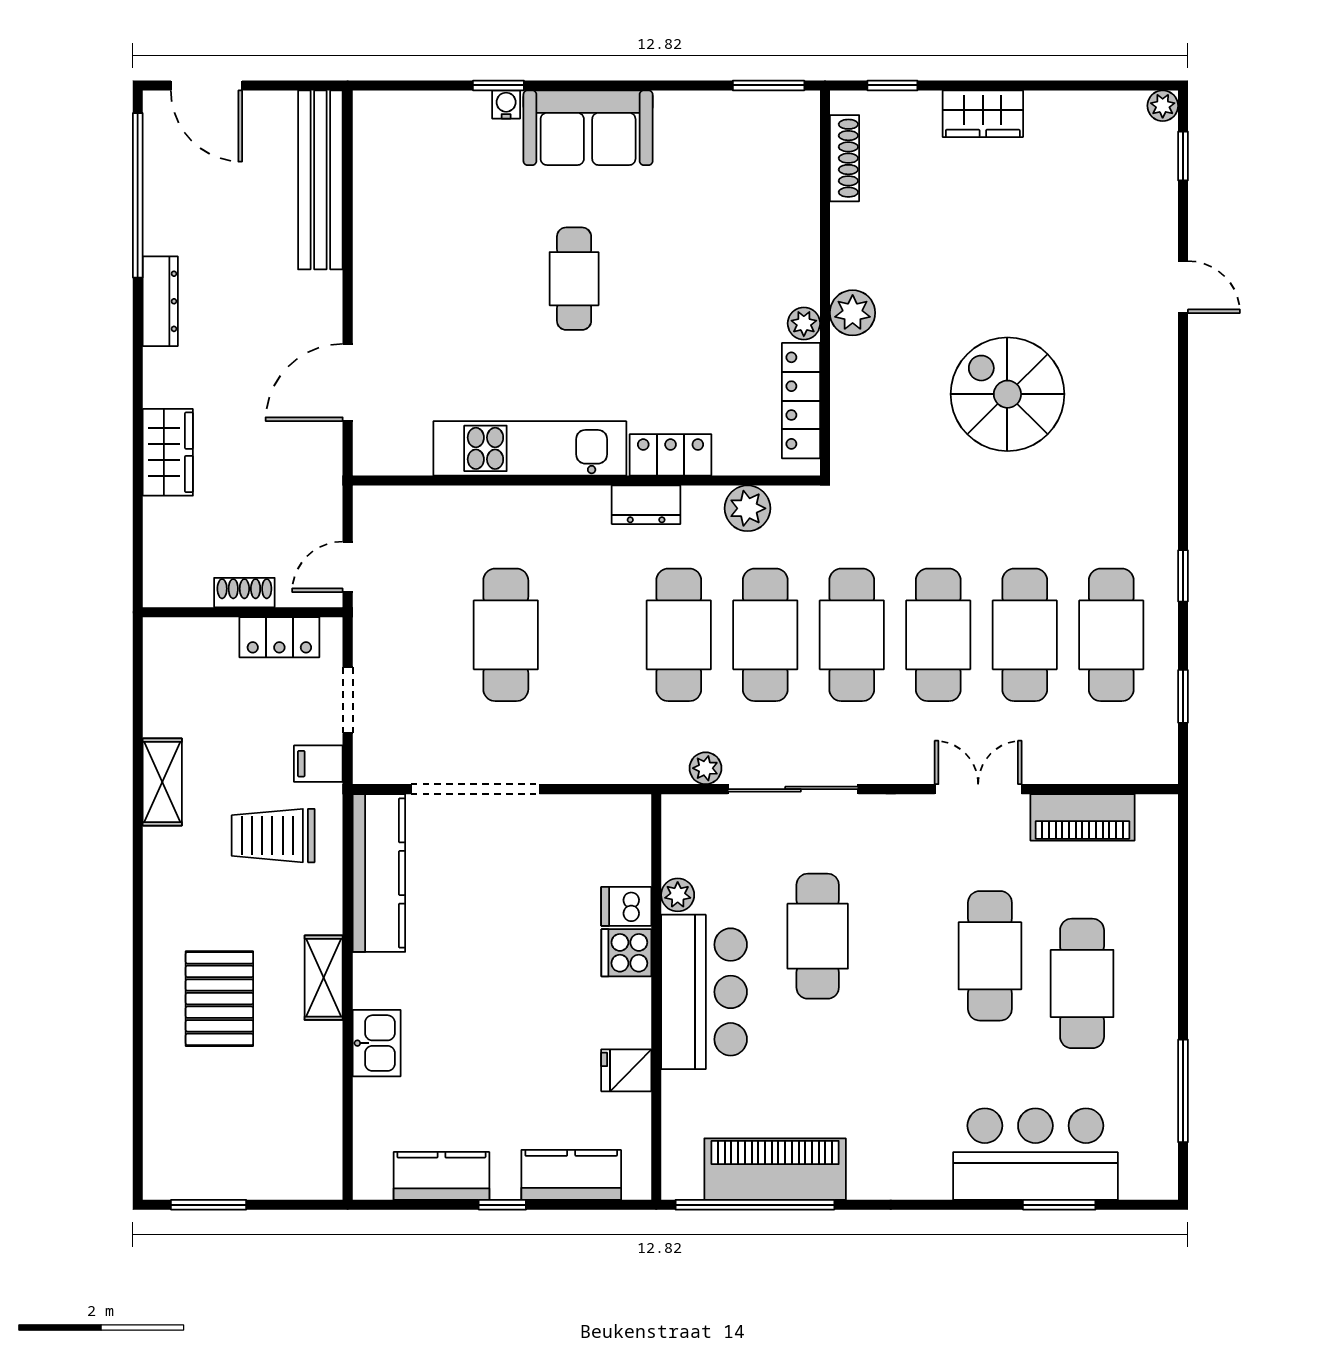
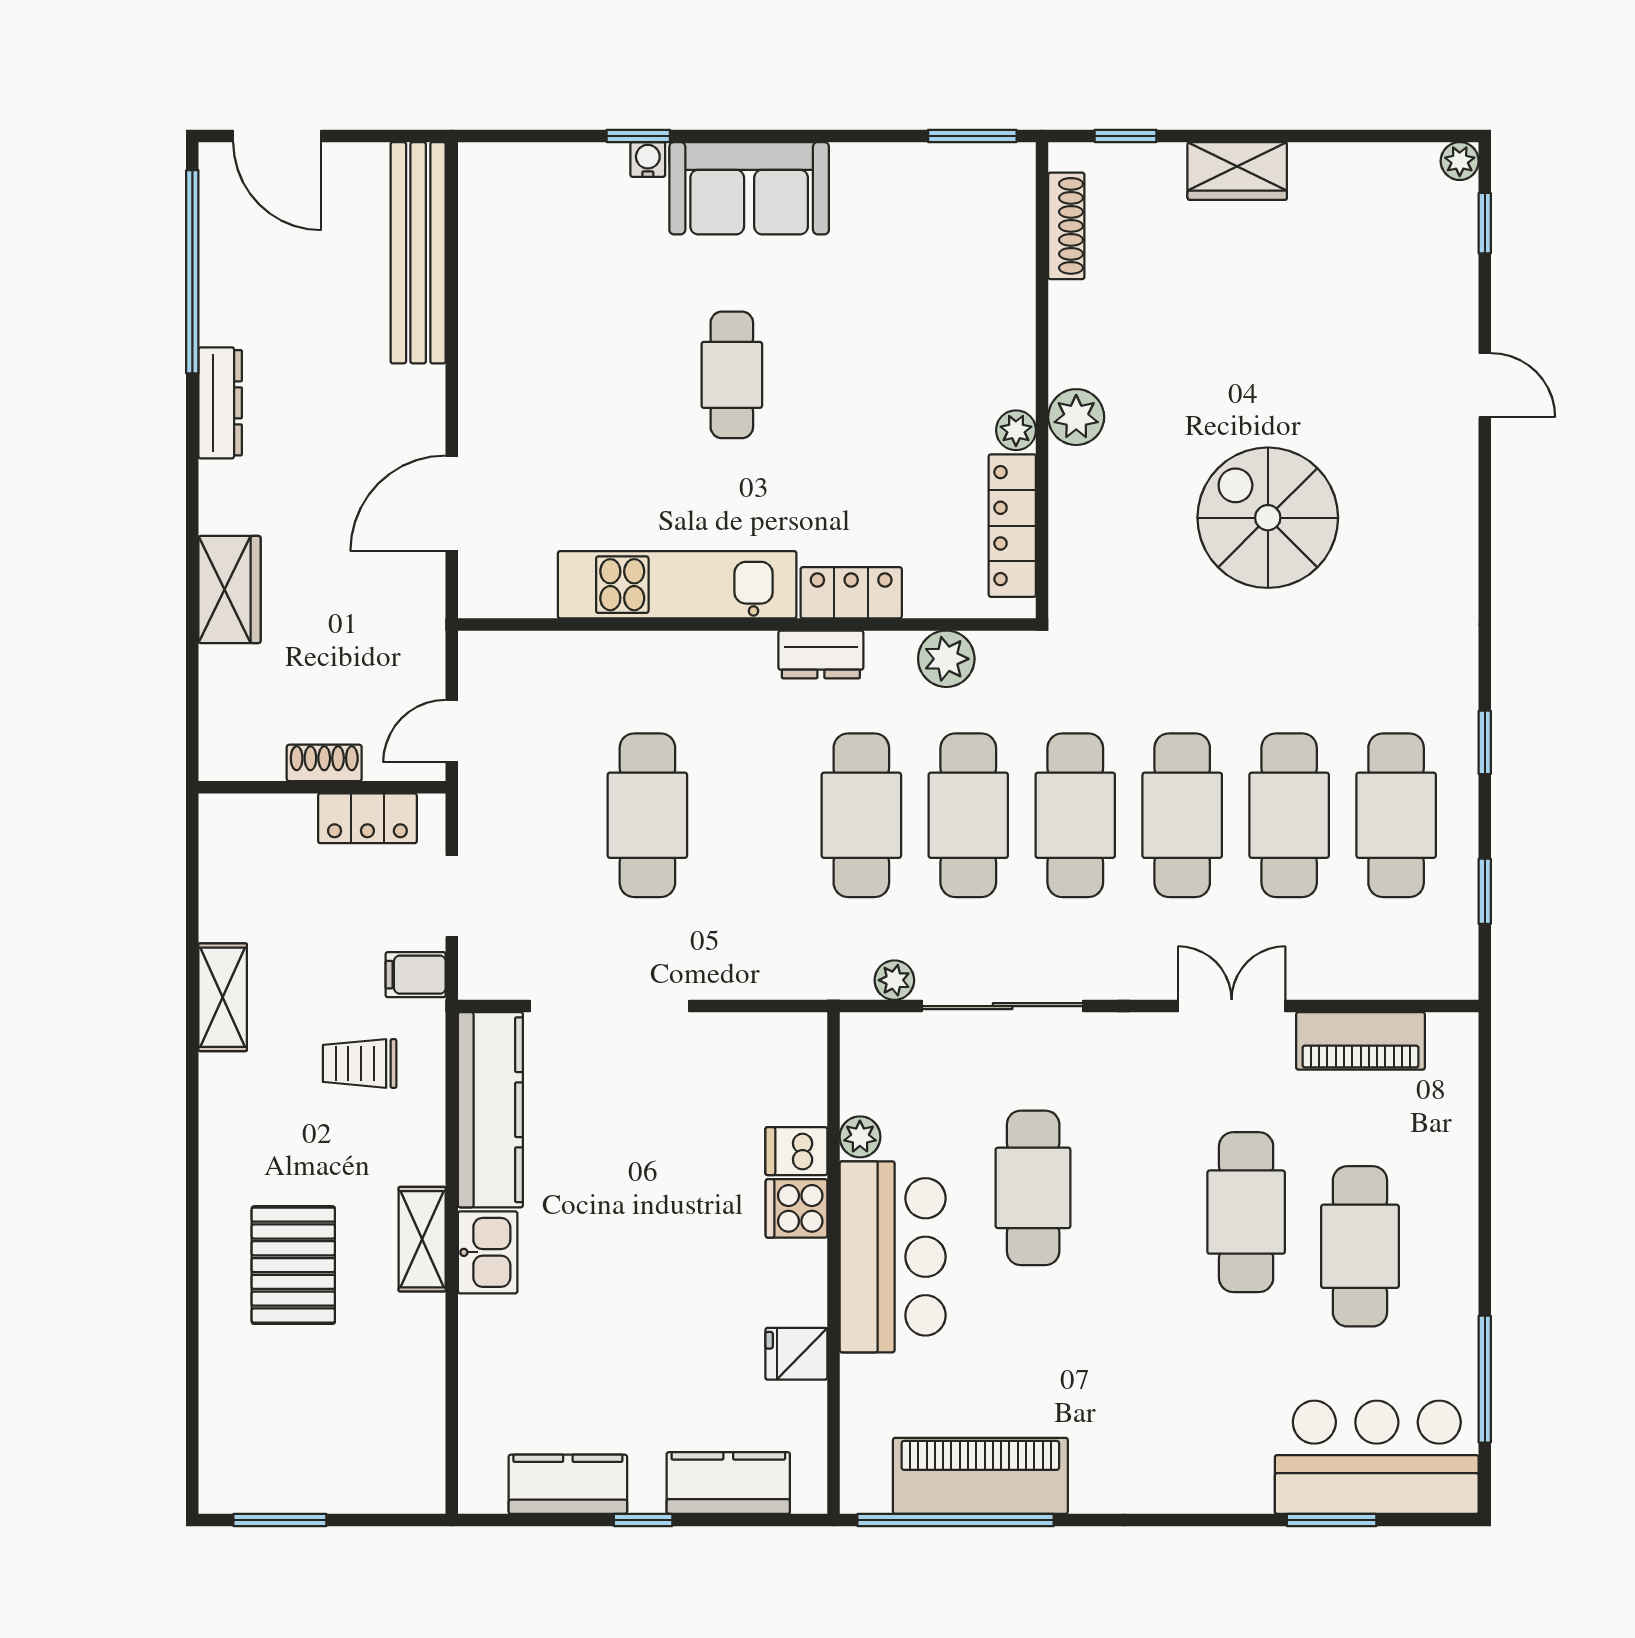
trolley: (273, 836) -> (360, 1063), width x0.73, depth x0.72
kitchen sink: (377, 1043) -> (488, 1252), moved
bar counter: (1035, 1154) -> (1377, 1457), moved

